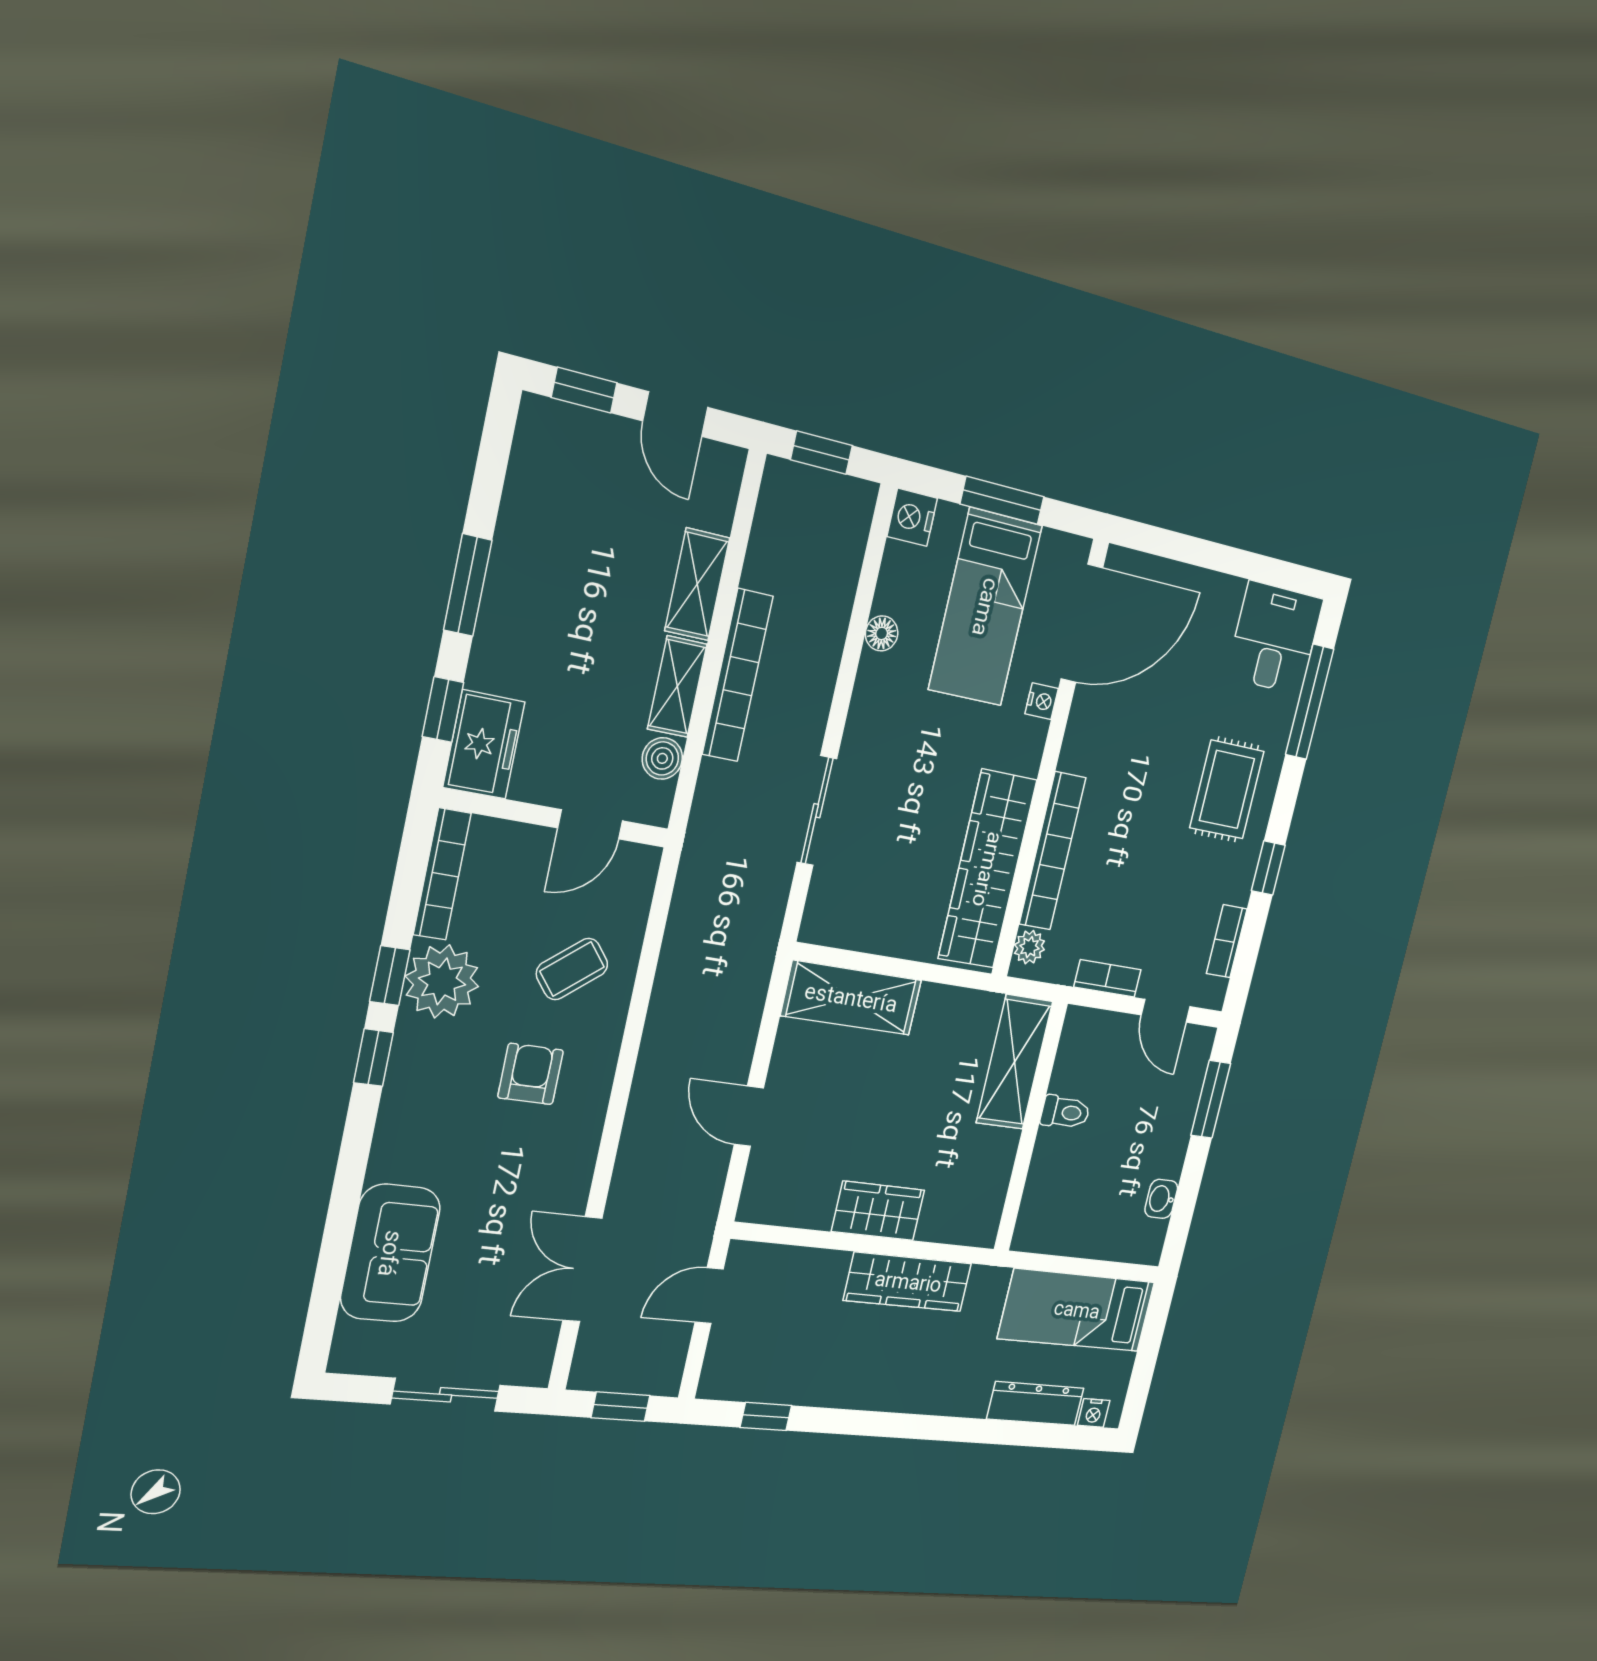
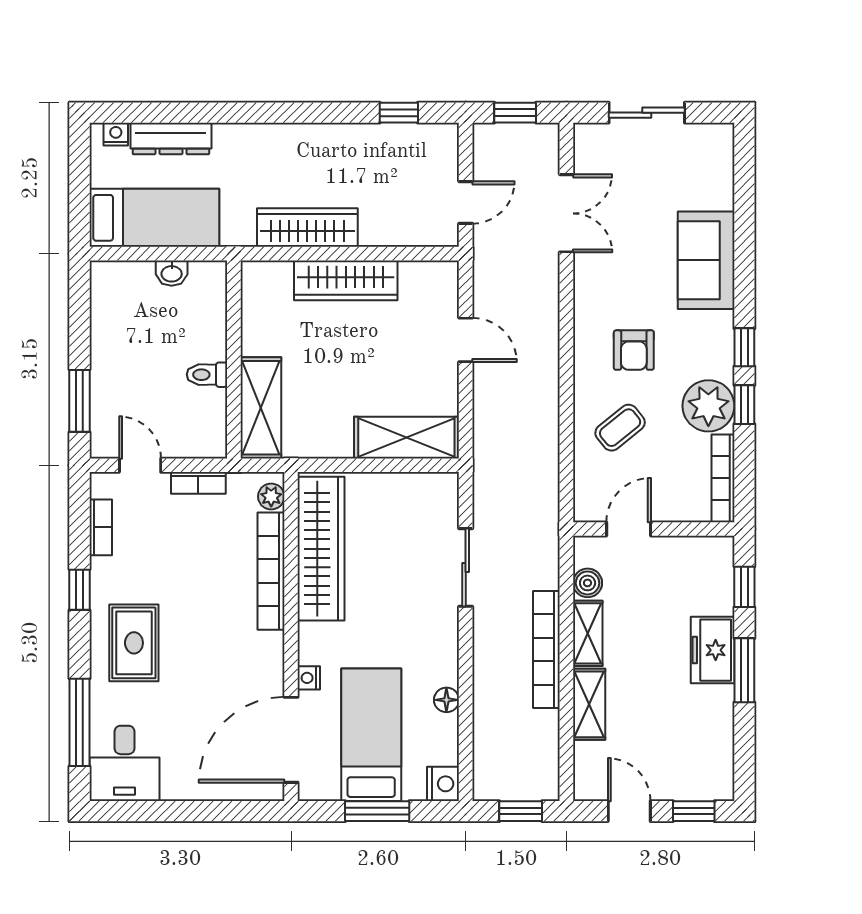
freezer: (484, 745) -> (713, 650), moved
washbasin: (1161, 1199) -> (172, 273), moved, turned 90
wardrobe: (878, 1211) -> (346, 280), width x1.50
sofa: (390, 1253) -> (706, 260), moved

